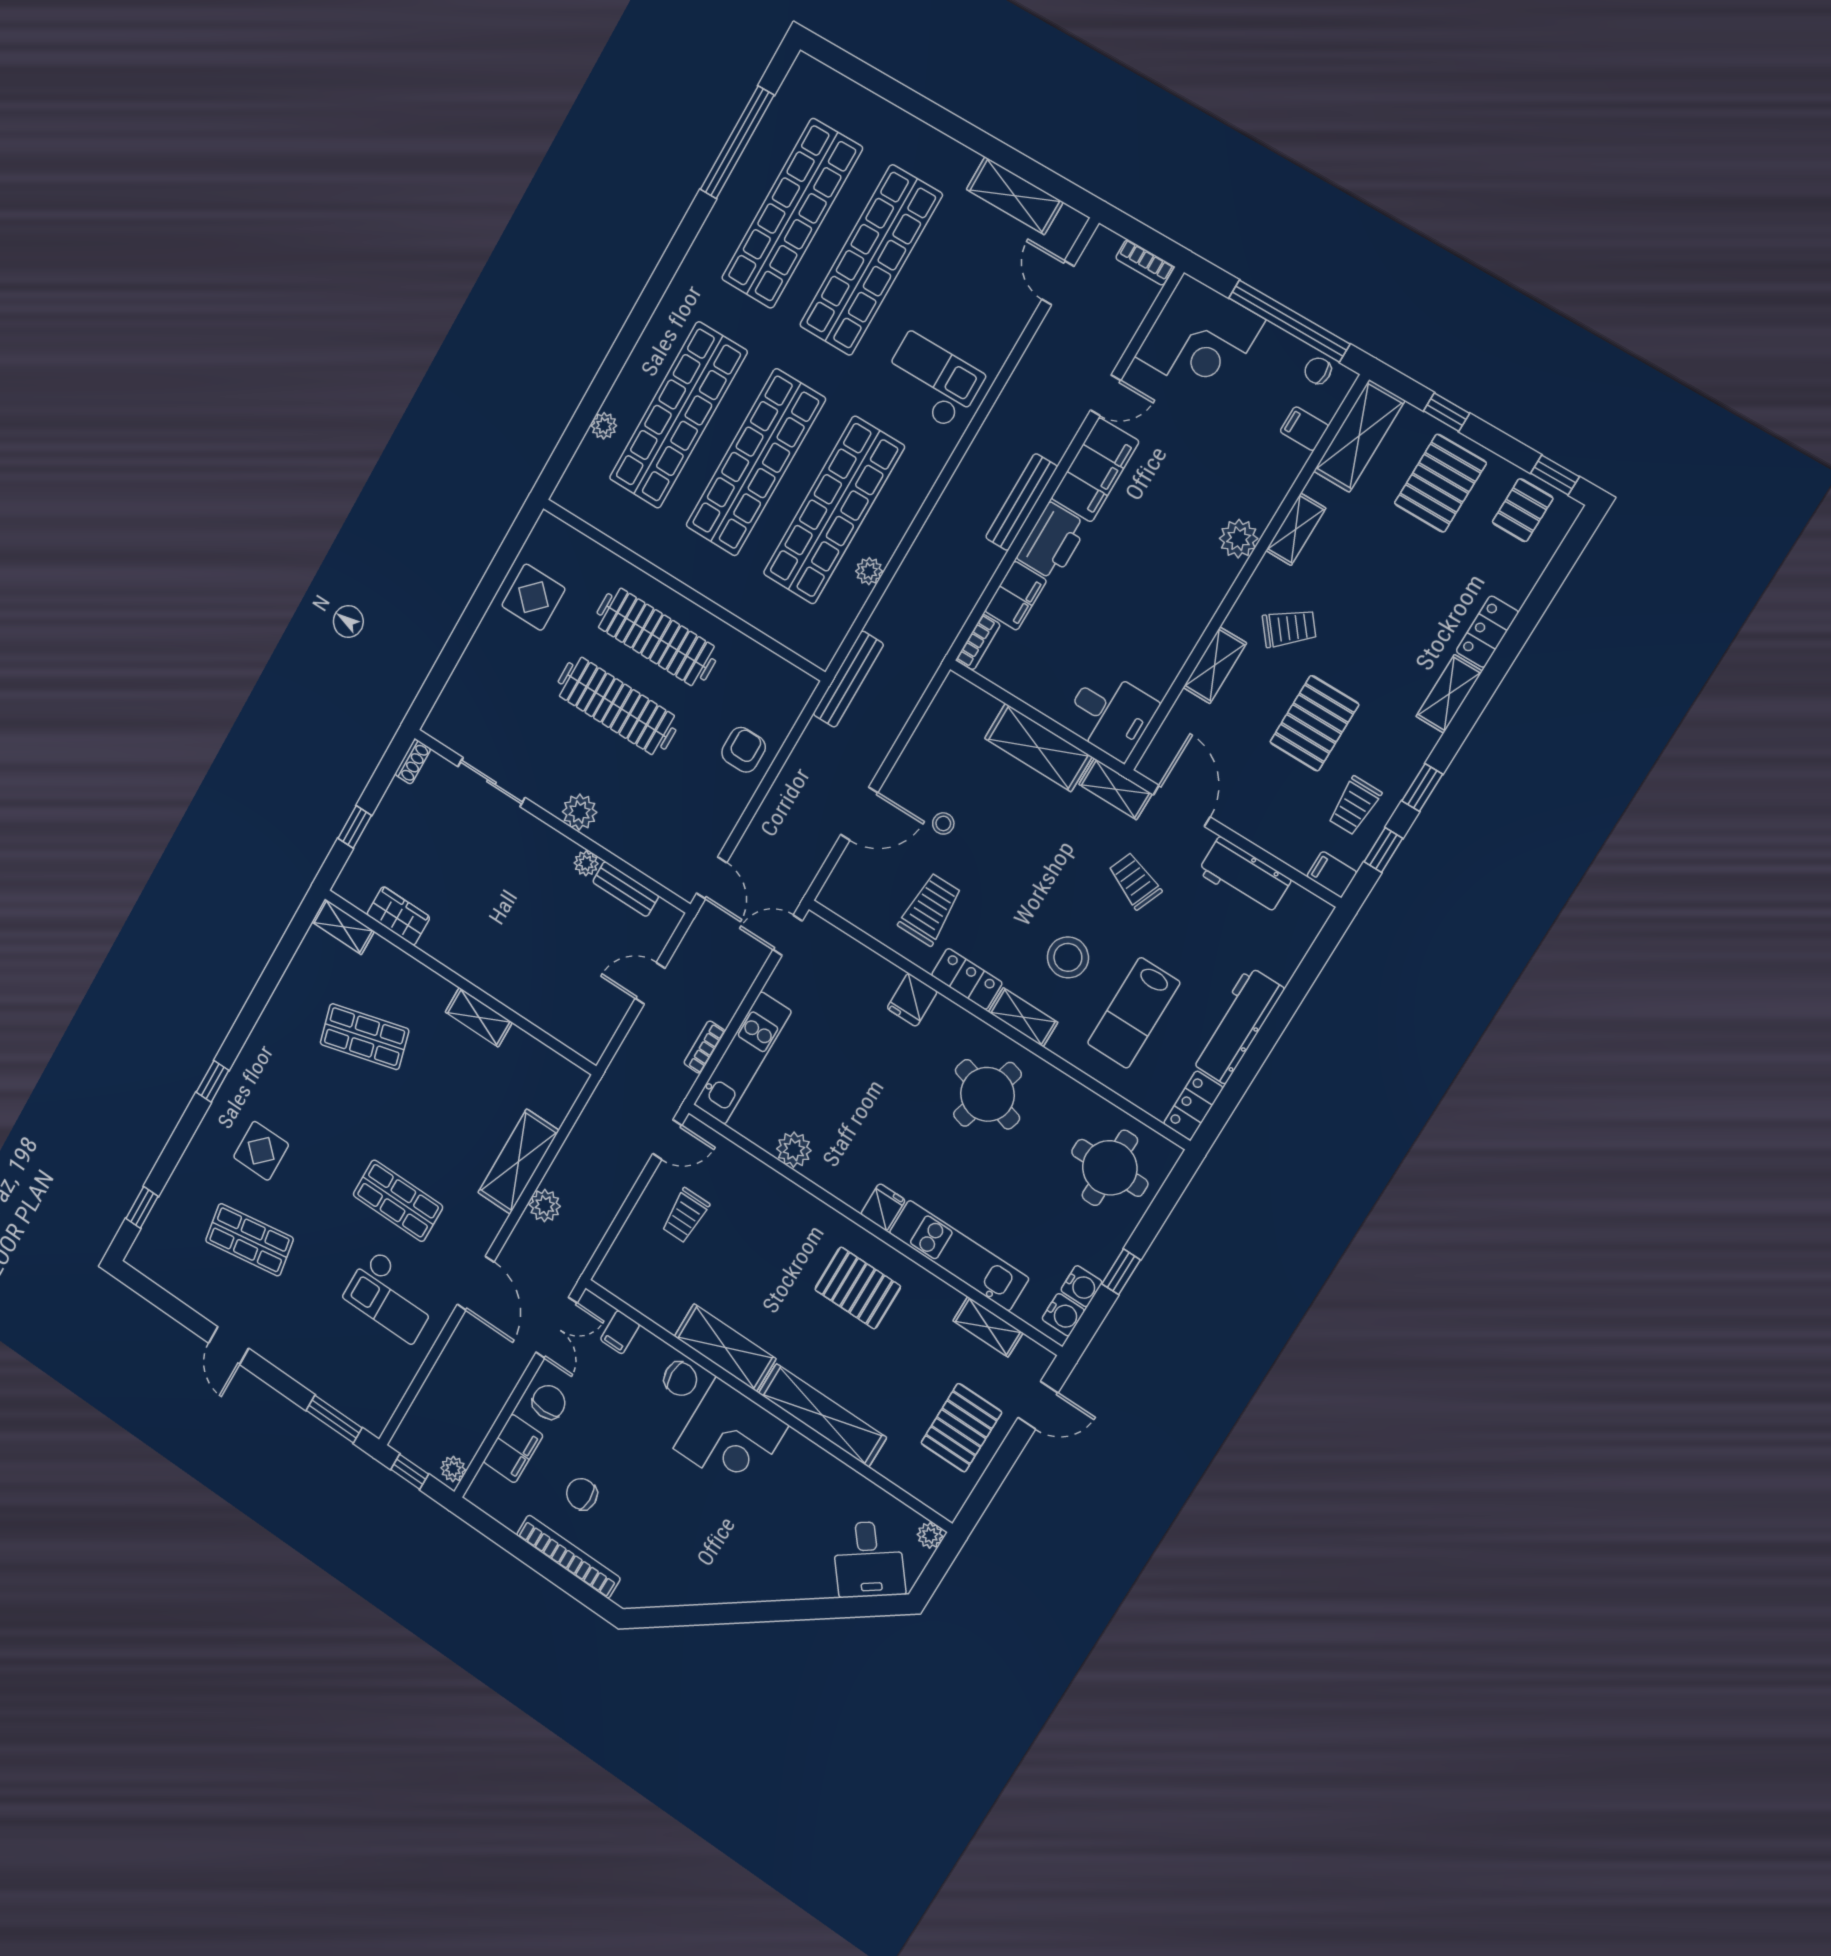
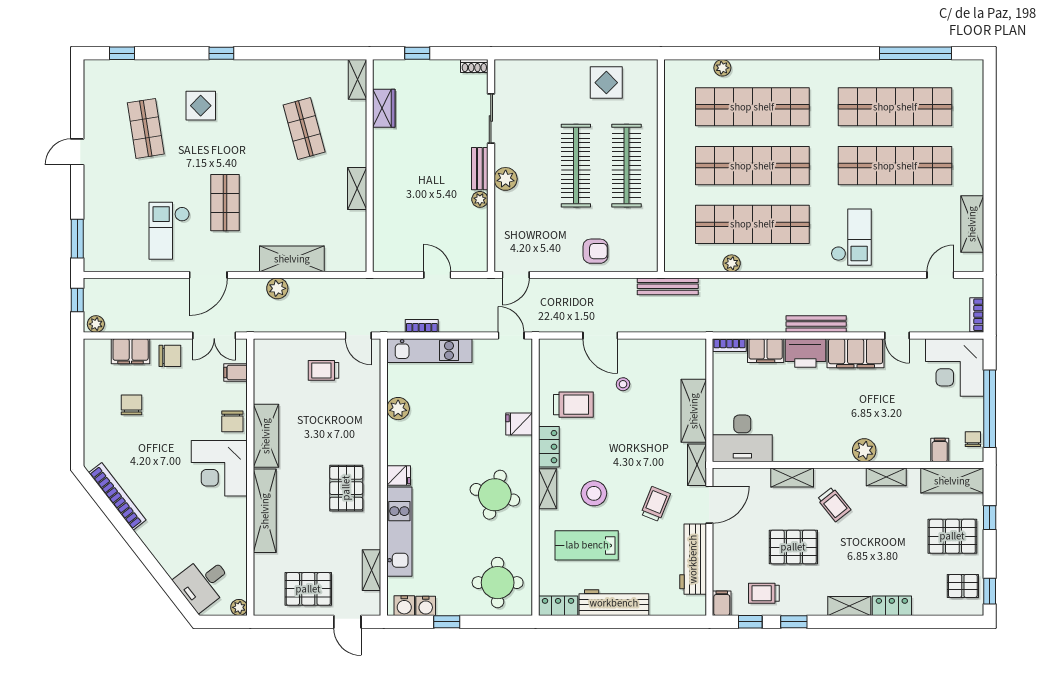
desk: (1110, 714) -> (742, 438), width x1.37
workbench: (1244, 876) -> (693, 559), width x1.38
bench: (626, 889) -> (480, 169), moved
bookcase: (568, 1557) -> (117, 496), moved, turned -38

